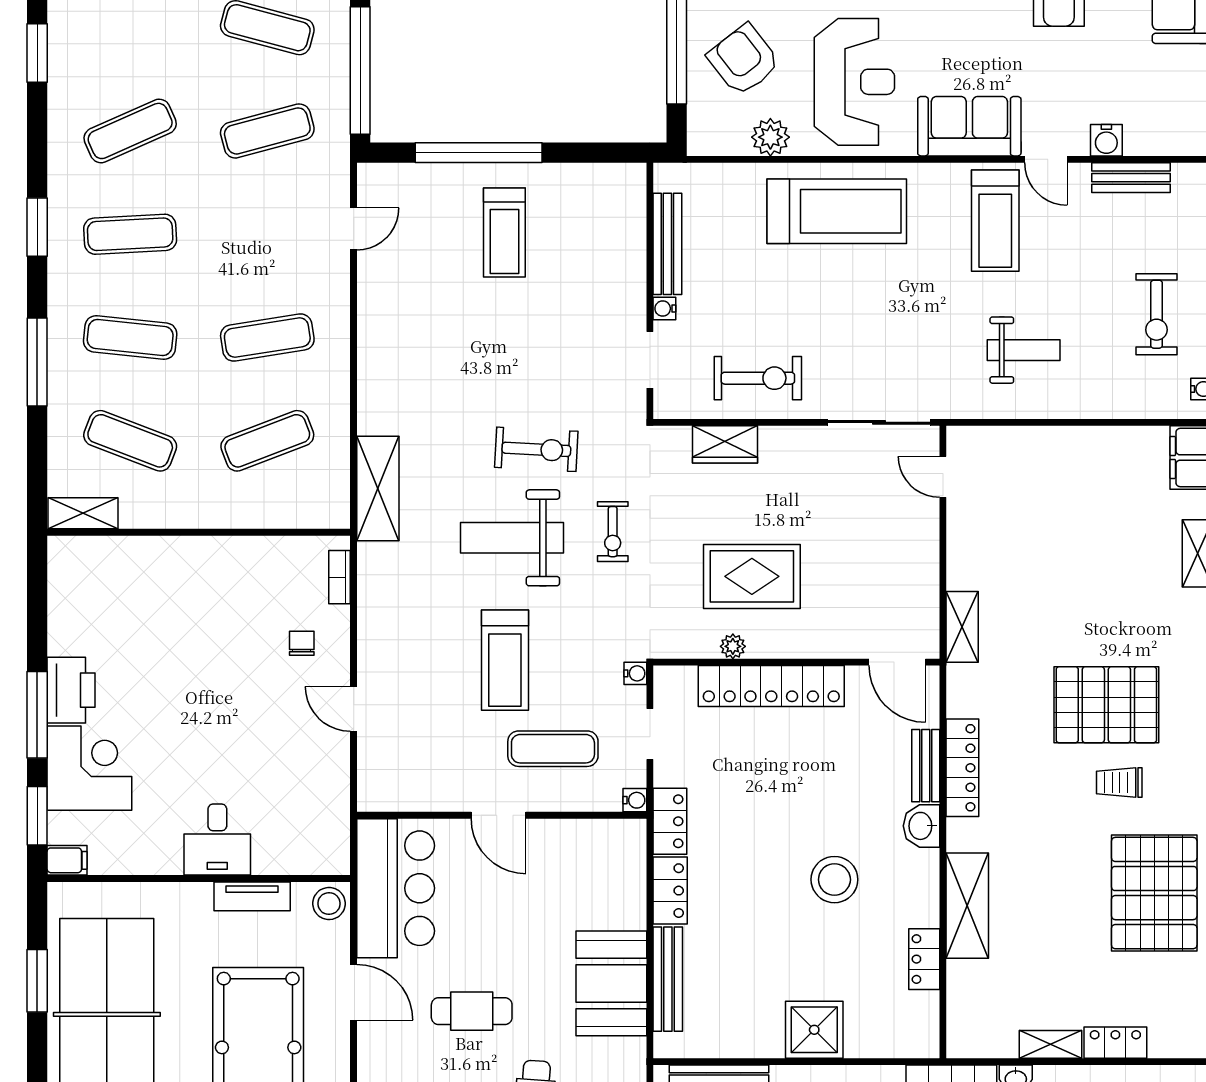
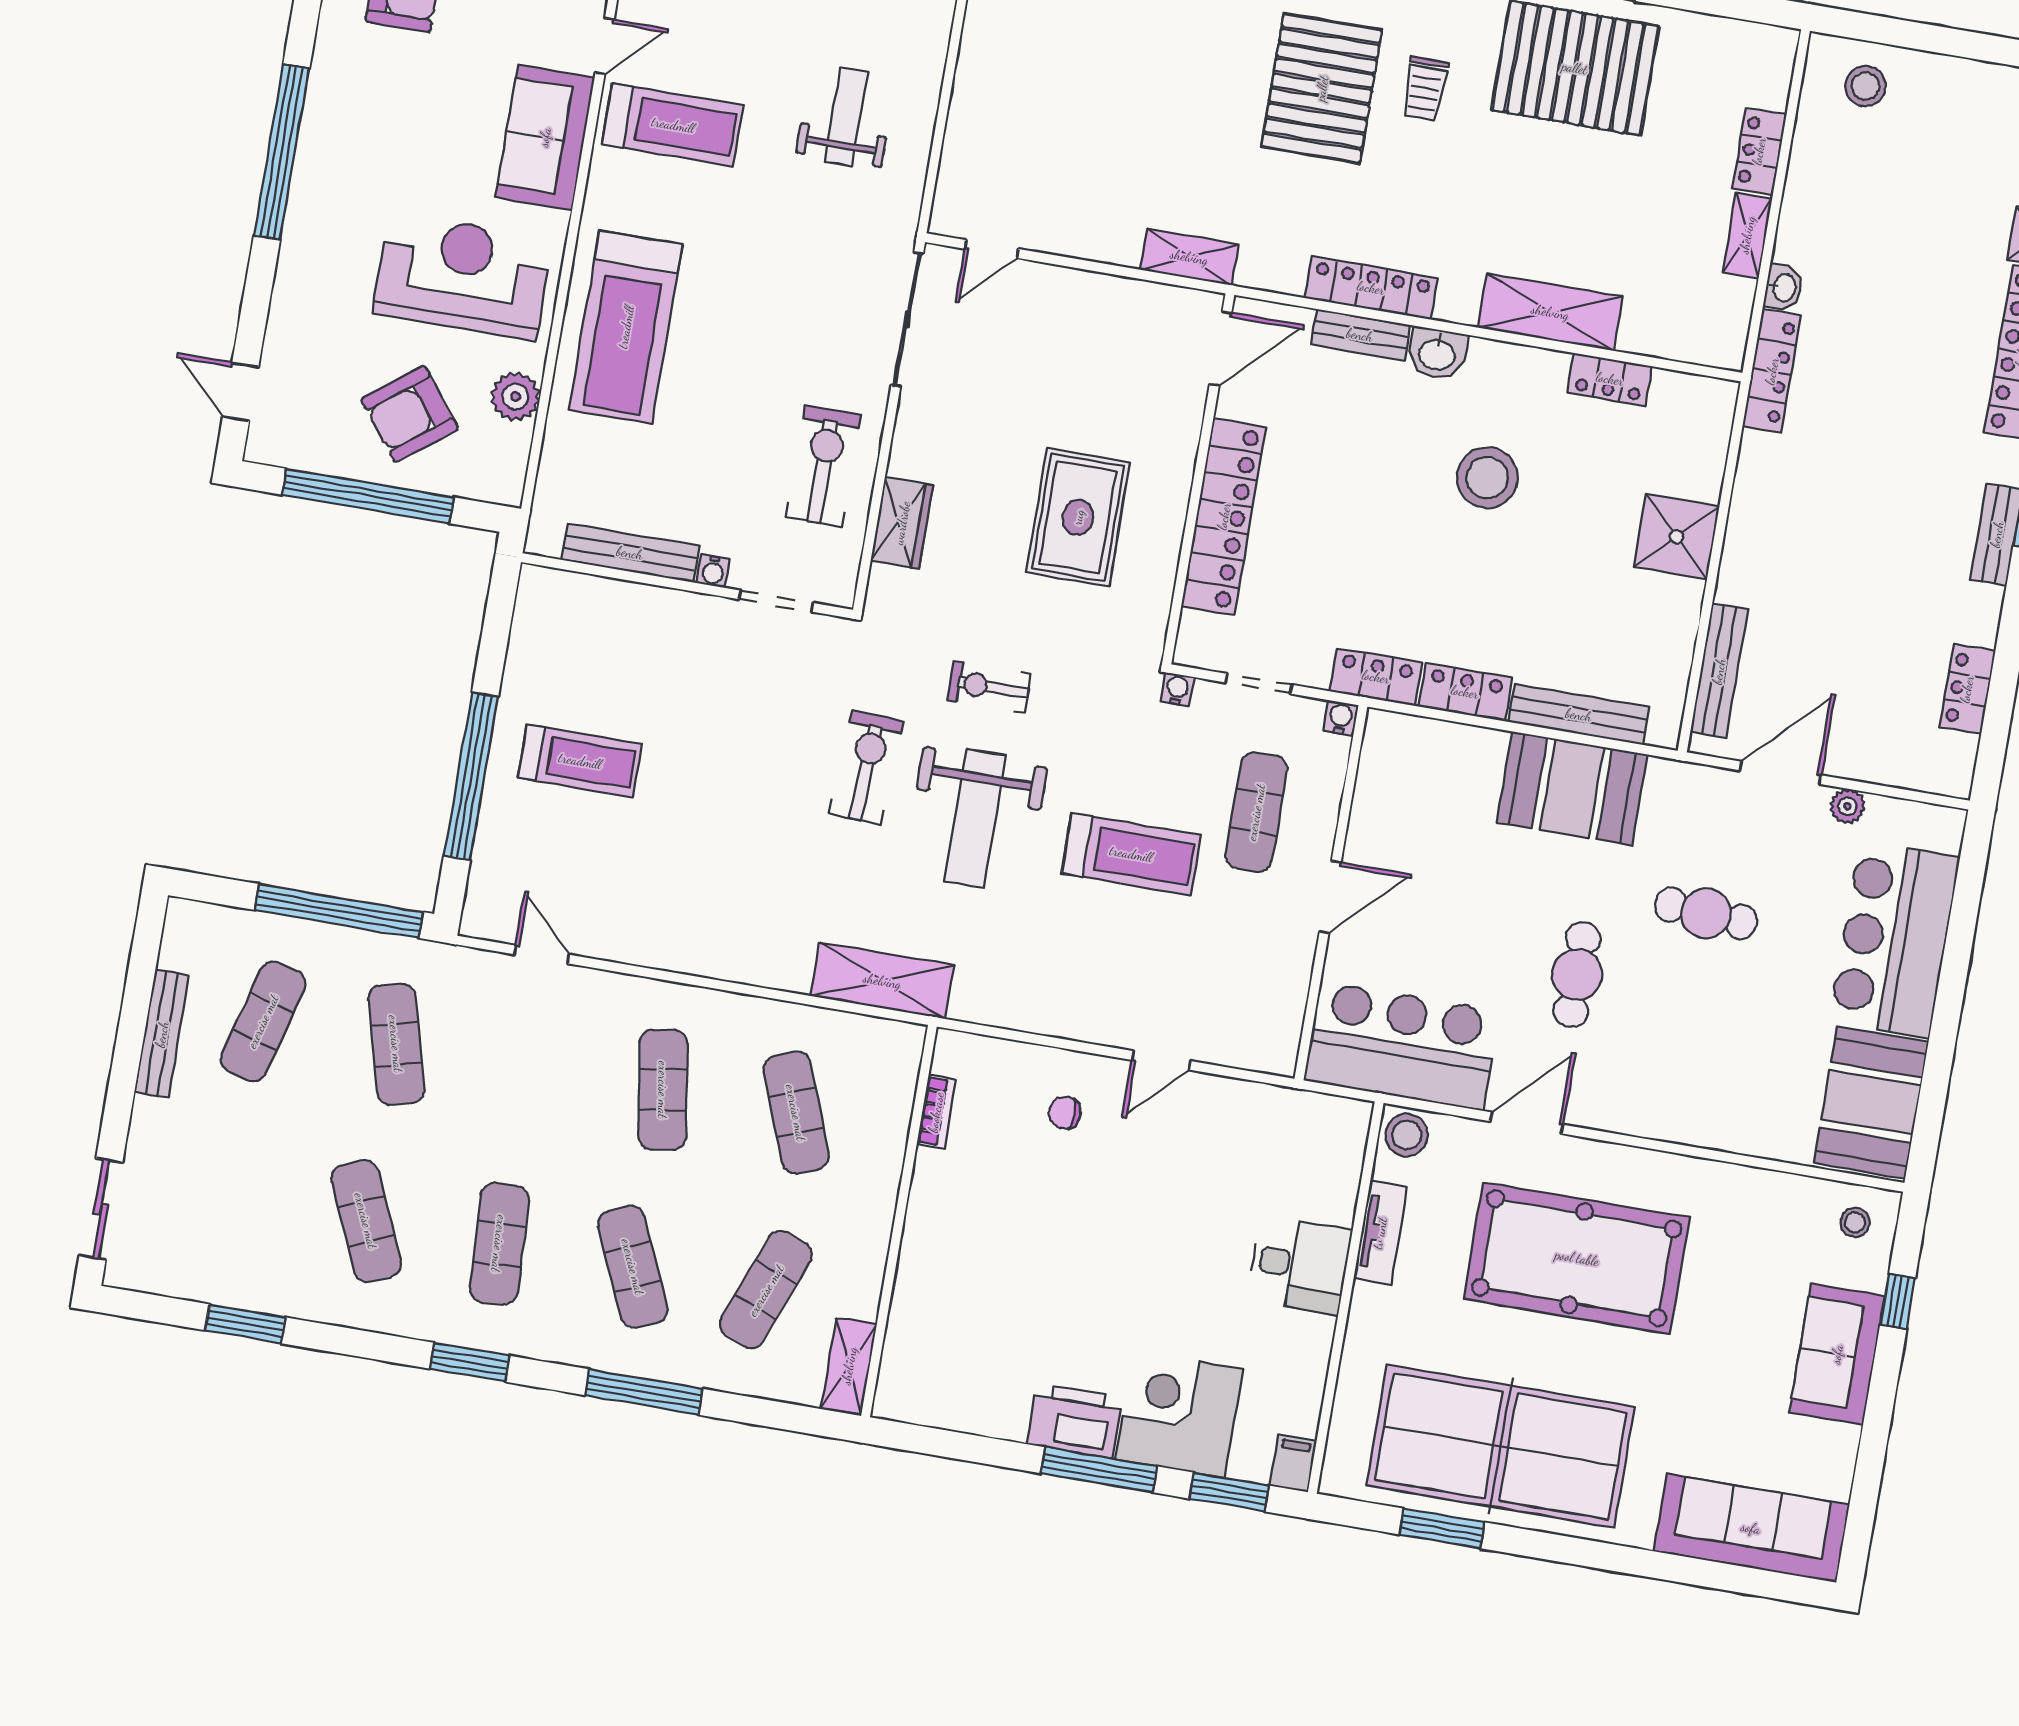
treadmill: (837, 211) -> (626, 327), turned 180
exercise mat: (130, 338) -> (633, 1267), turned -30
exercise bike: (613, 532) -> (989, 687), turned 180
bookcase: (340, 577) -> (936, 1112), moved, turned -90
plant: (733, 646) -> (1164, 557), removed

